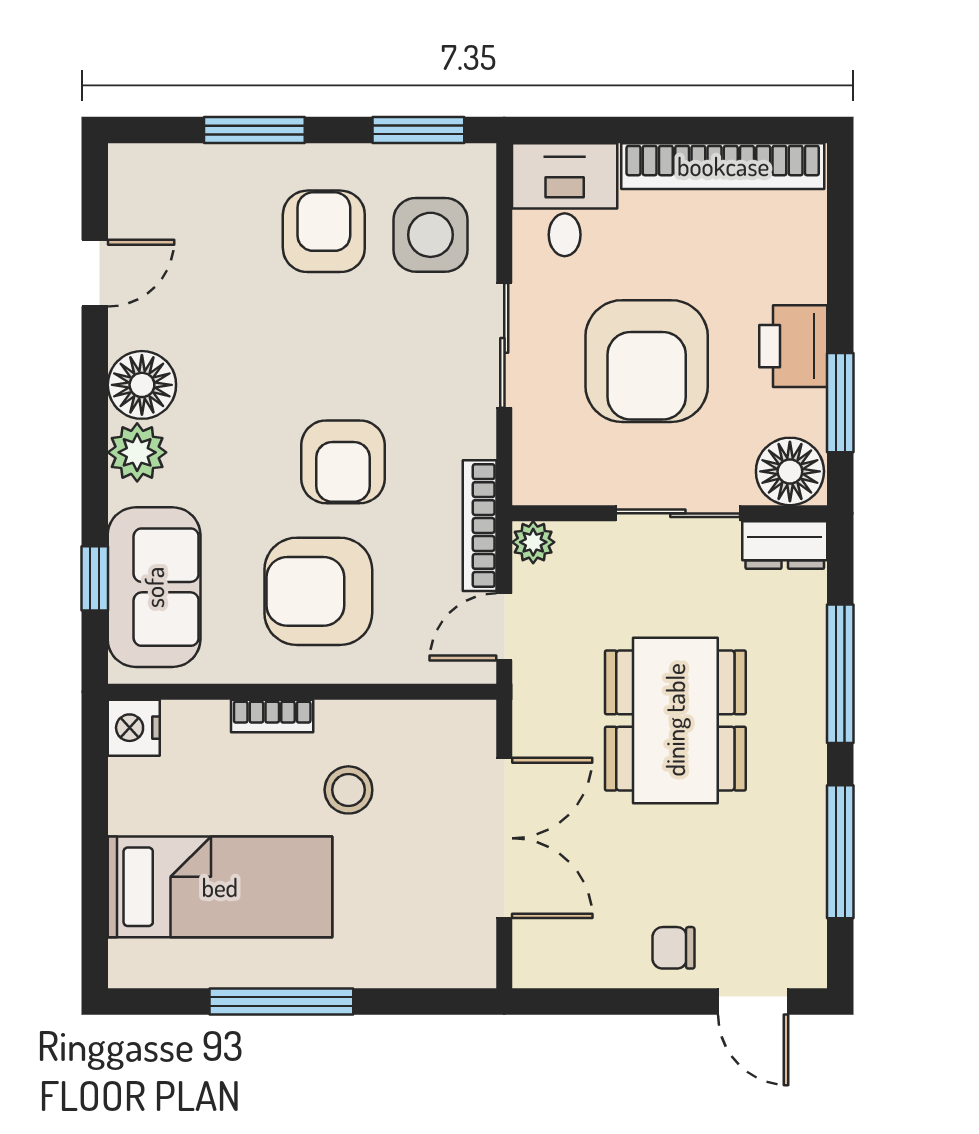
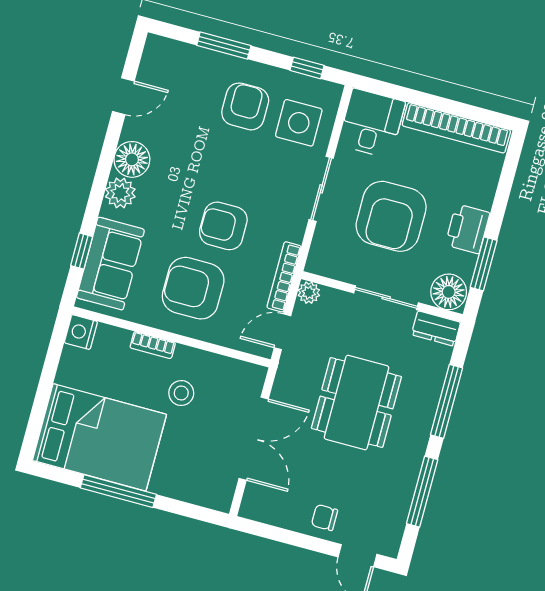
window: (418, 130) -> (307, 68), width x0.67
armchair: (343, 462) -> (223, 226), turned 90
bed: (220, 887) -> (99, 437), width x1.50

